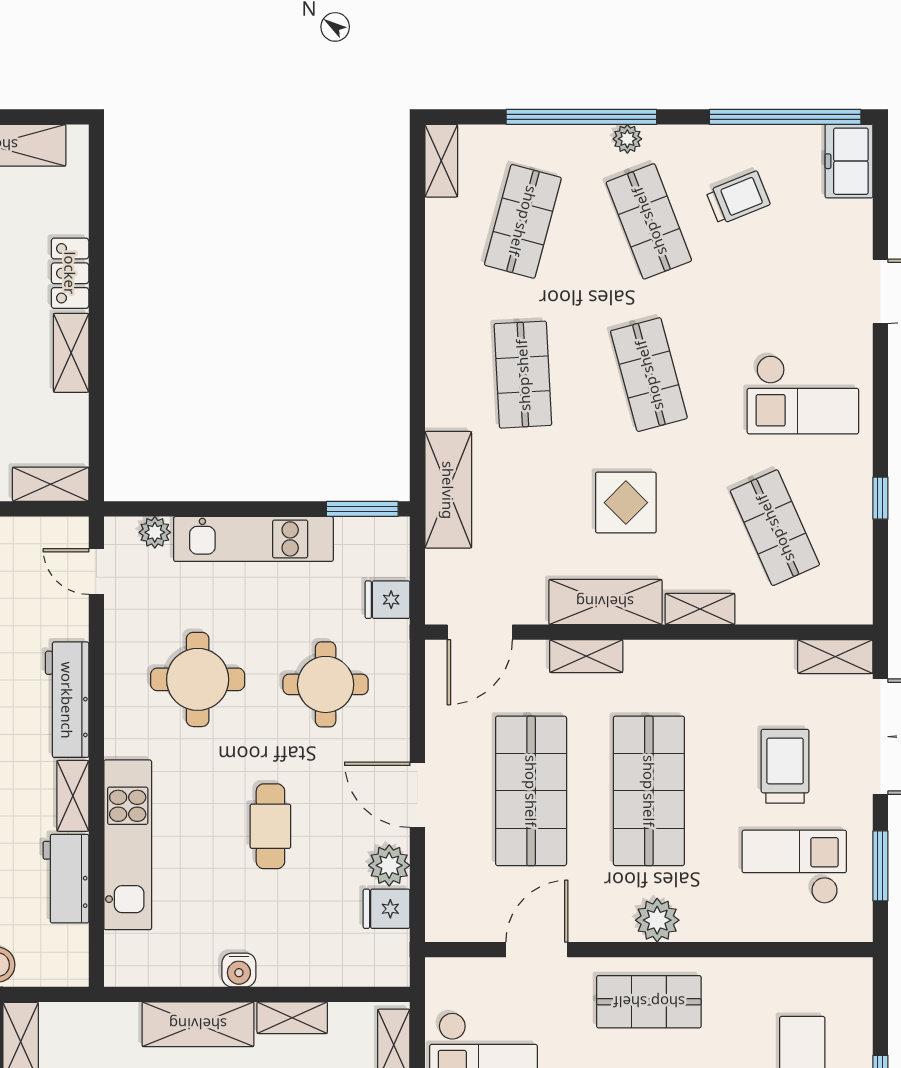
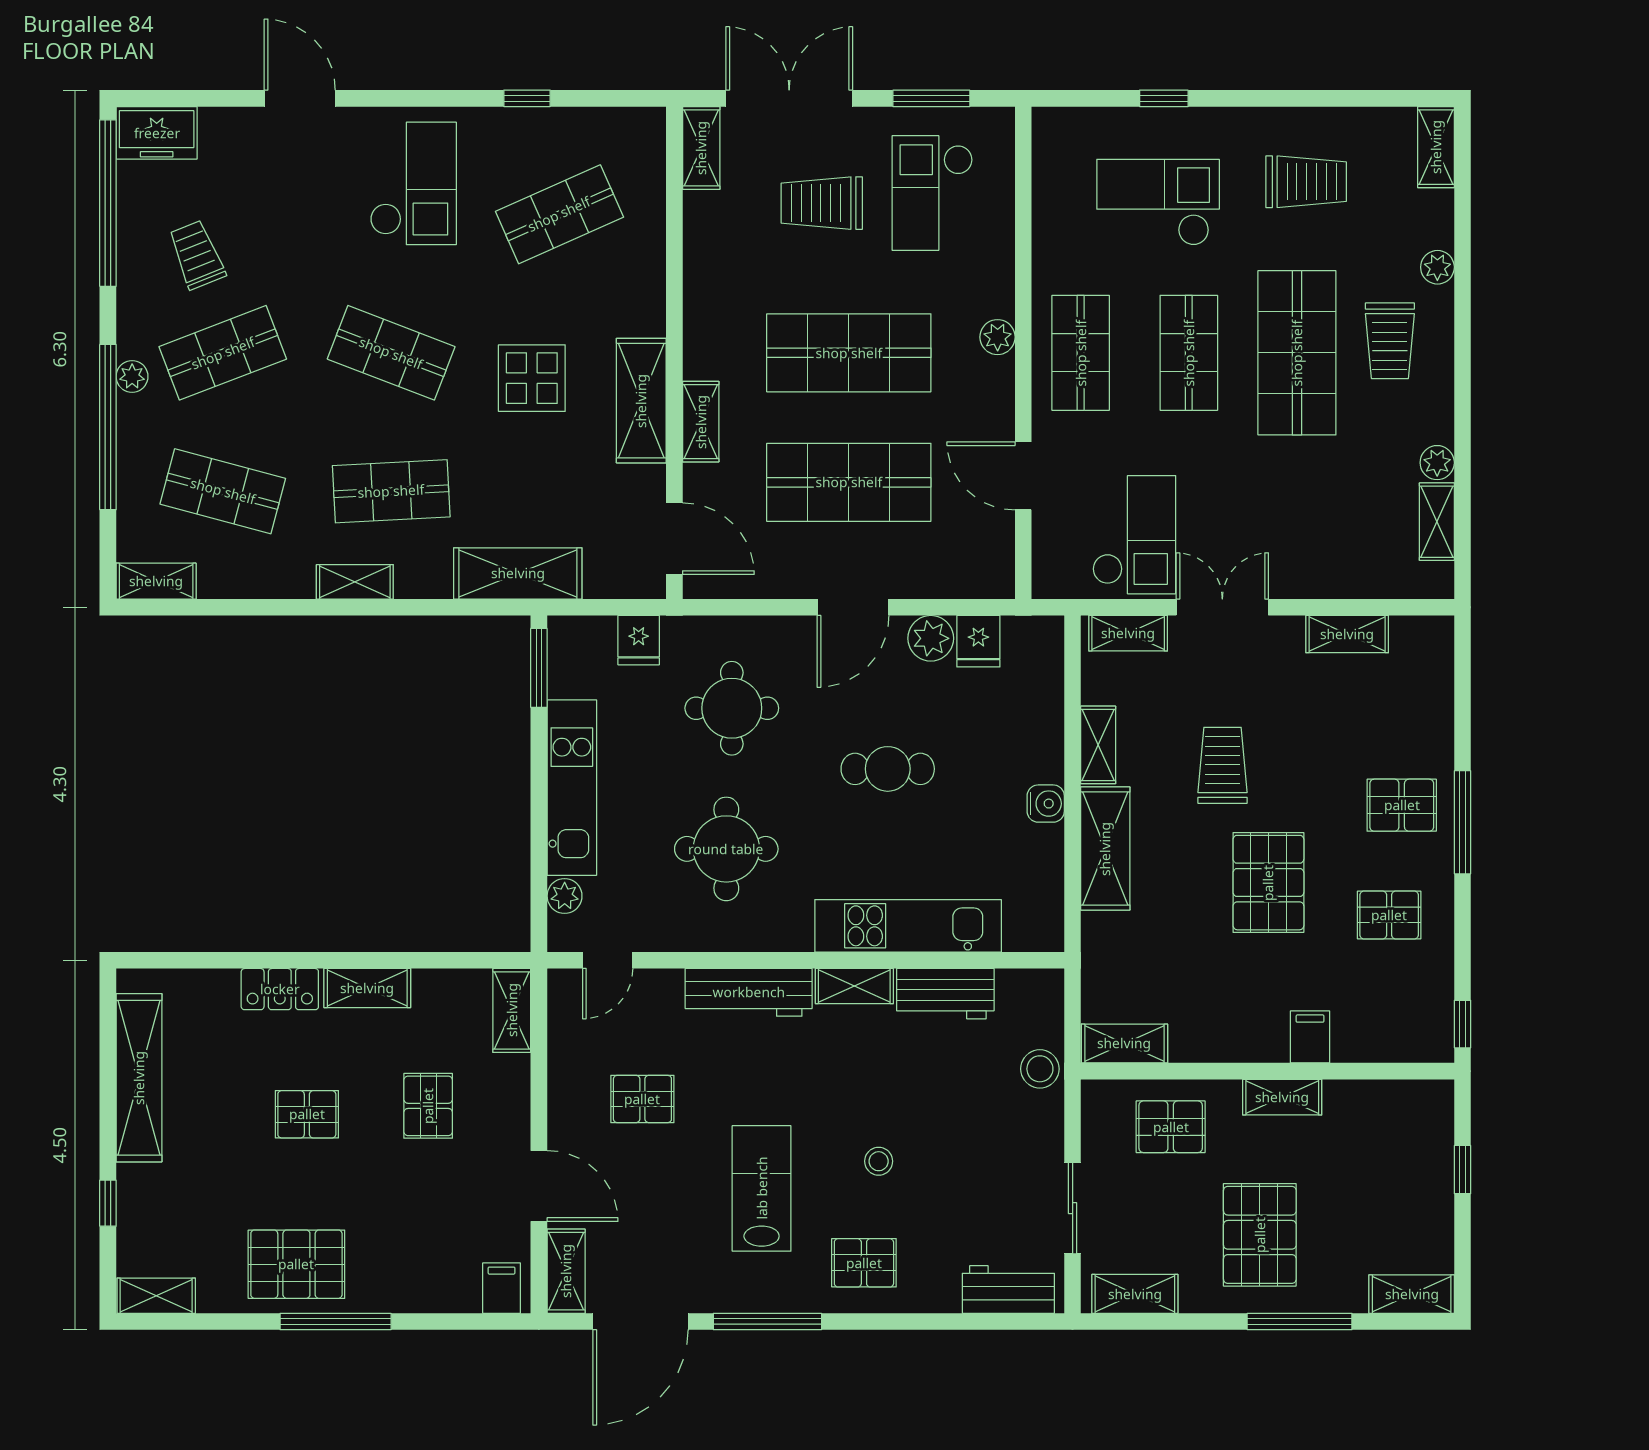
shop shelf: (649, 375) -> (391, 353), turned 36
shelving: (700, 609) -> (355, 582), moved, turned 90
plant: (657, 920) -> (998, 337), width x0.73, depth x0.73

